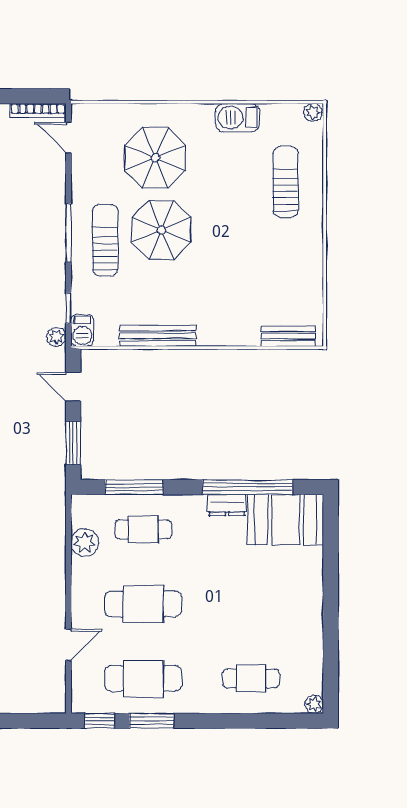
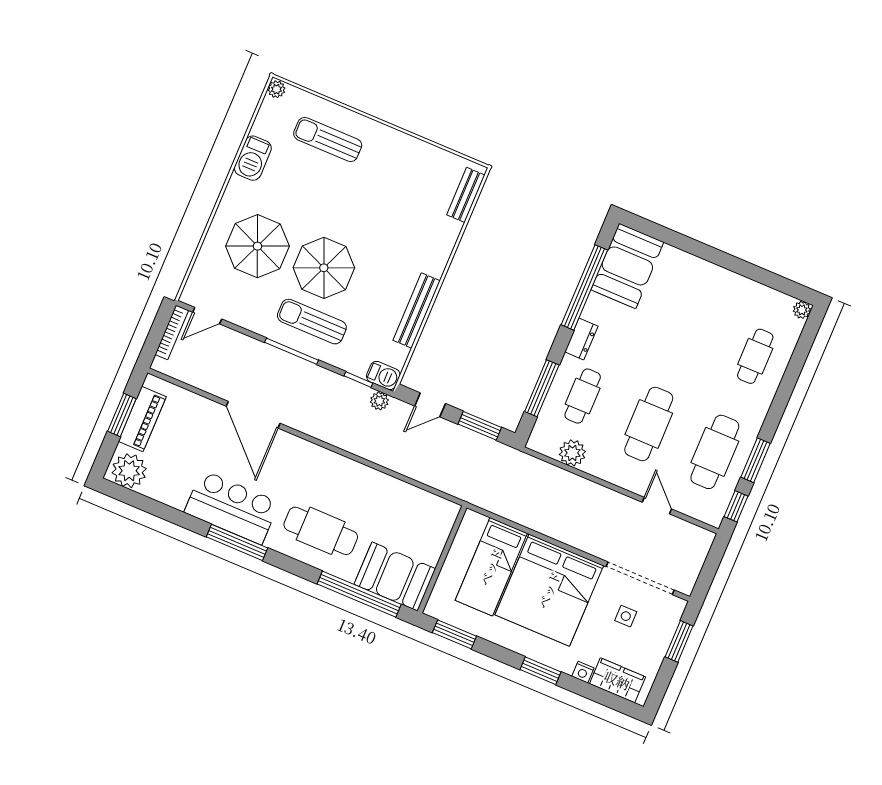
dresser: (227, 505) -> (581, 339), moved

